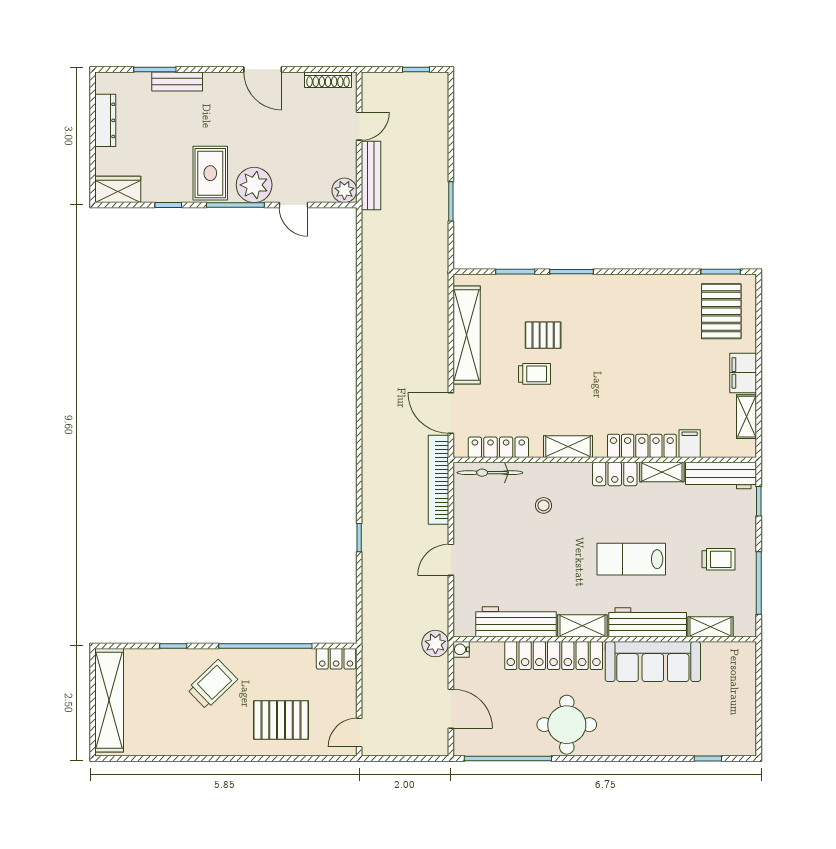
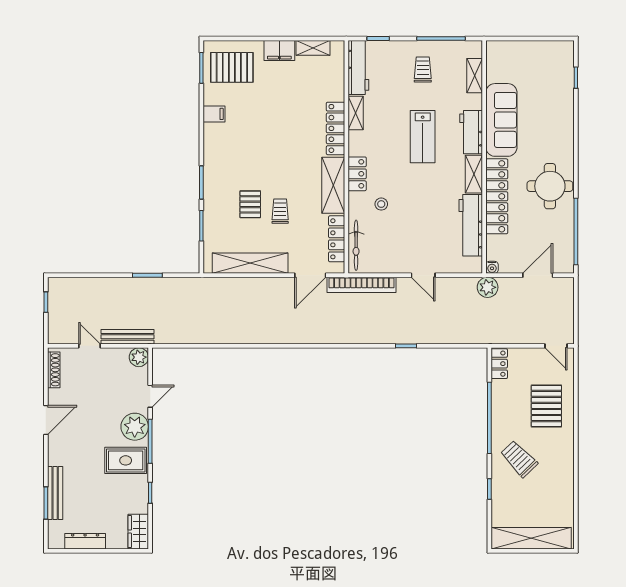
bench: (177, 81) -> (55, 493), width x1.36
filing cabinet: (690, 444) -> (214, 114), moved, turned 180
shelving: (568, 447) -> (333, 185), width x1.50, depth x1.33
locker: (615, 474) -> (357, 174), moved
workbench: (648, 622) -> (471, 132), width x0.73

